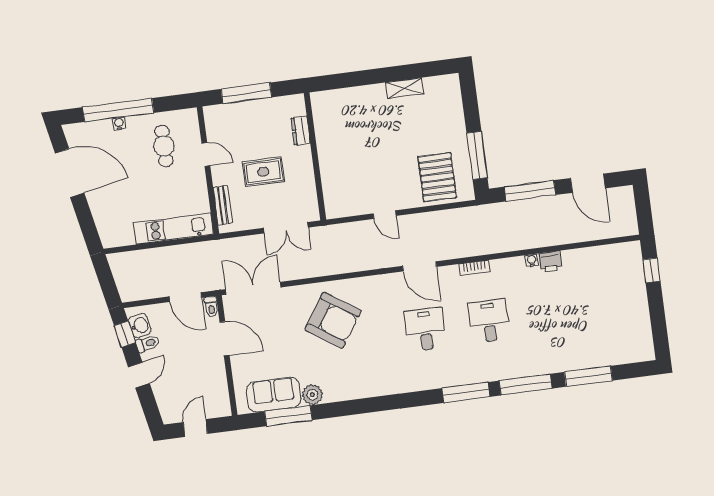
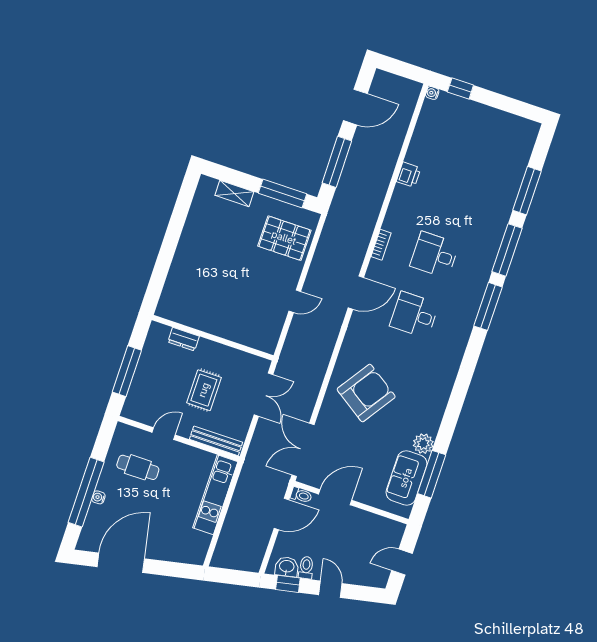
shelving: (405, 88) -> (234, 194), moved, turned 90
bench: (223, 205) -> (216, 441), width x1.36
water cooler: (532, 260) -> (432, 93), moved
door: (195, 428) -> (402, 562), hinge flipped

